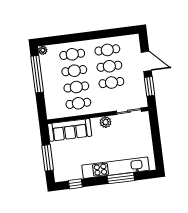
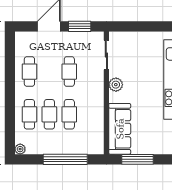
cafe table: (109, 66) -> (49, 72), removed
window: (37, 74) -> (65, 159), moved
cafe table: (78, 103) -> (89, 114), removed
window: (48, 158) -> (138, 159), moved

